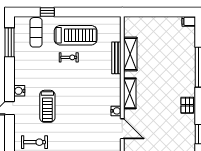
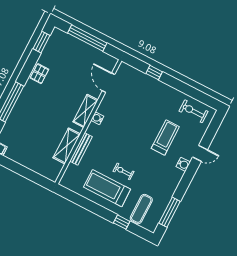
water cooler: (116, 111) -> (97, 118), moved

